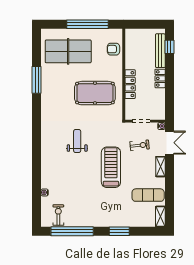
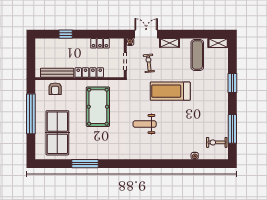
window: (169, 47) -> (66, 34), moved
bench: (160, 51) -> (57, 73), moved
locker: (160, 78) -> (100, 43), moved
window: (72, 231) -> (232, 129), width x0.68

